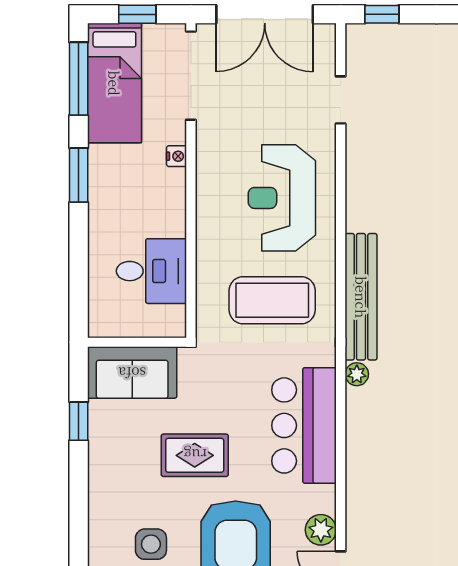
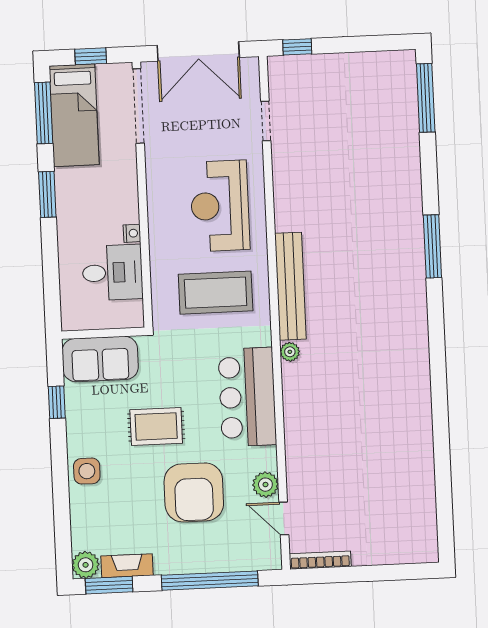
nightstand: (177, 156) -> (132, 233), moved
side table: (151, 544) -> (87, 471), moved

